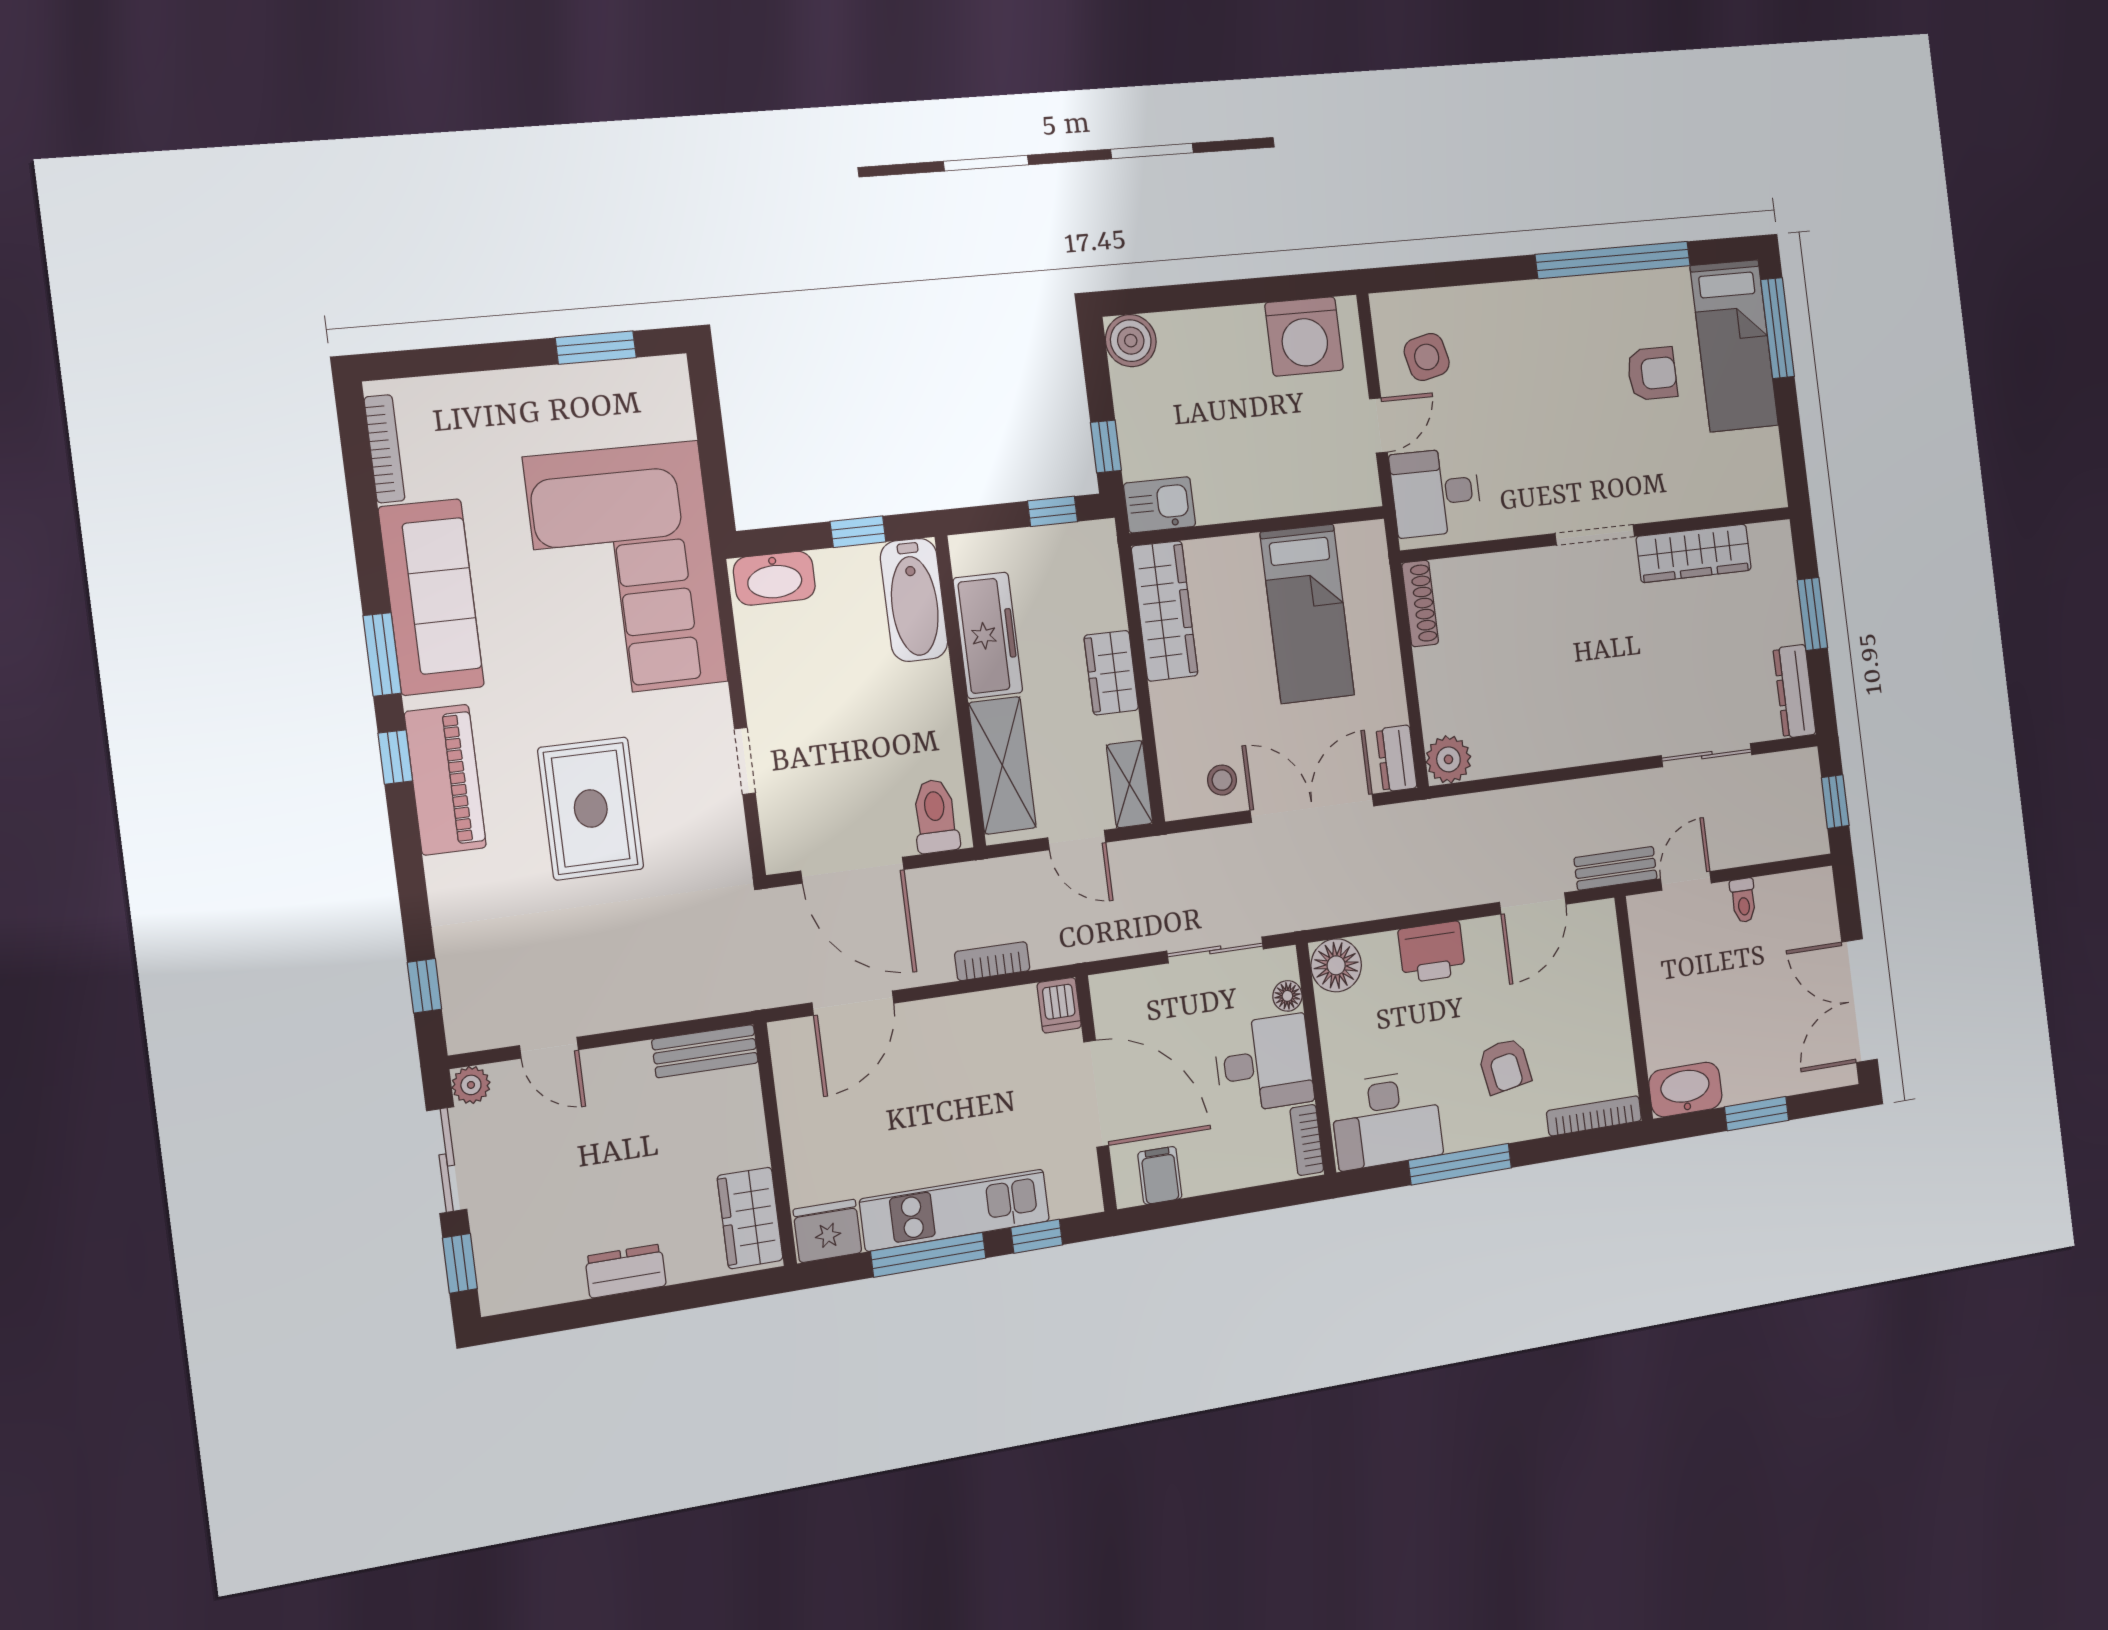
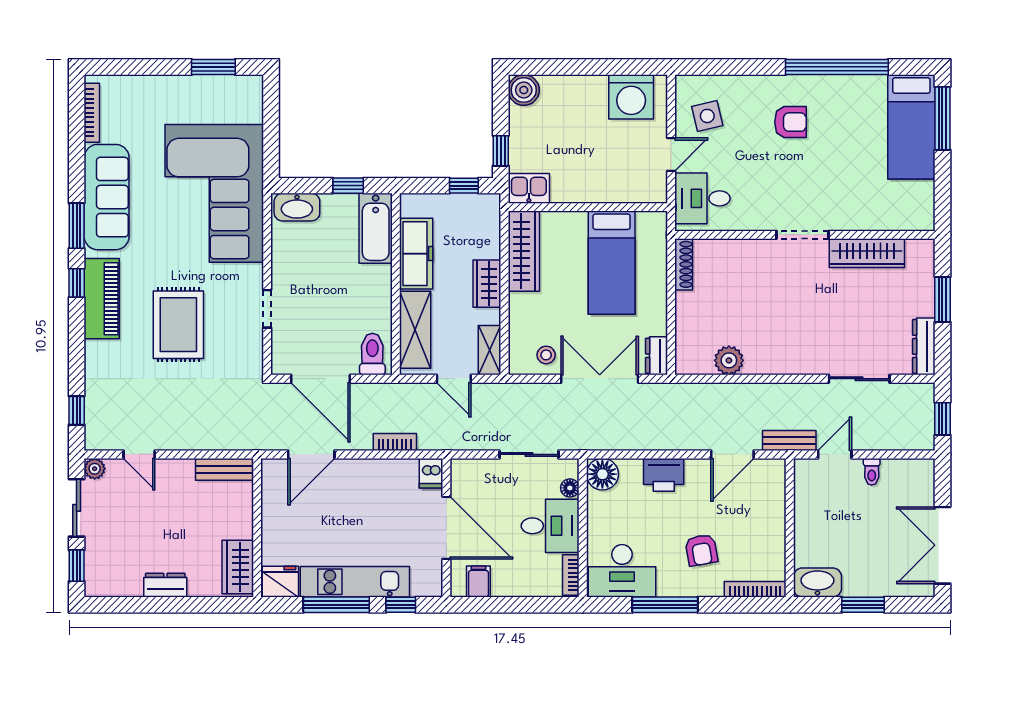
armchair: (1652, 374) -> (790, 122), moved
plant: (1448, 759) -> (729, 360), moved

